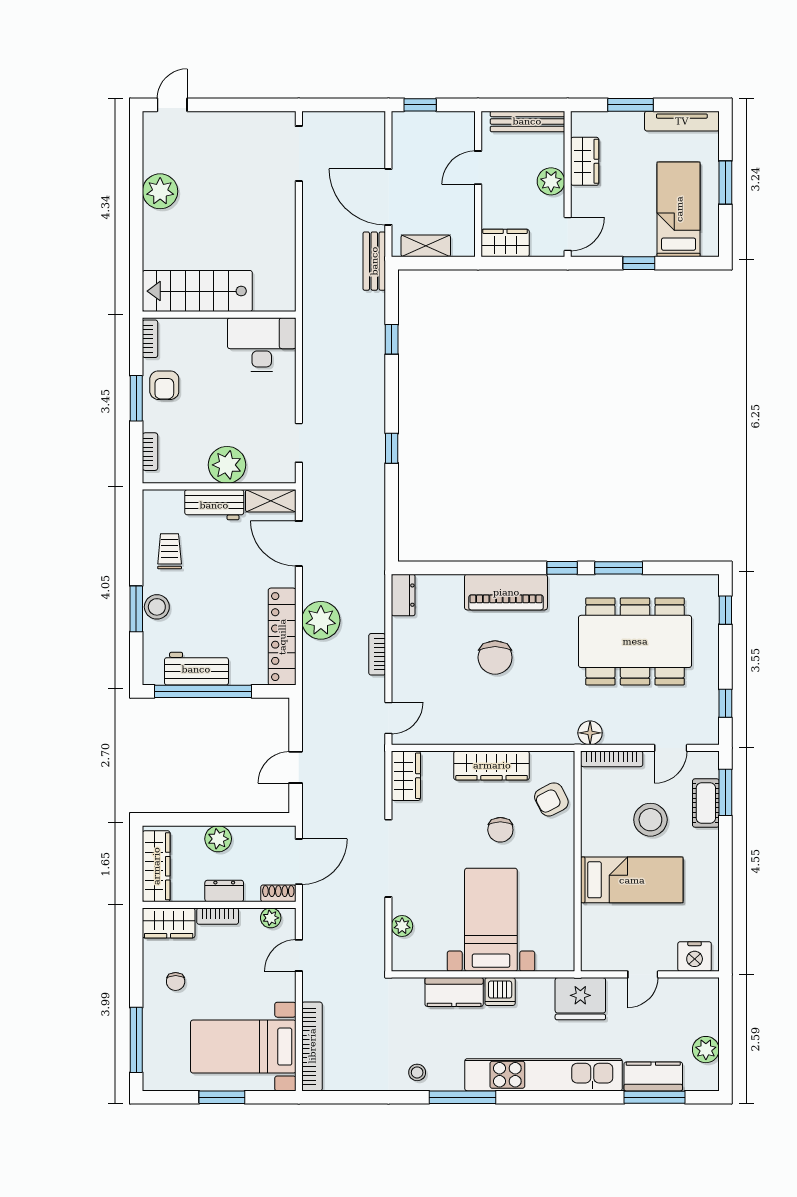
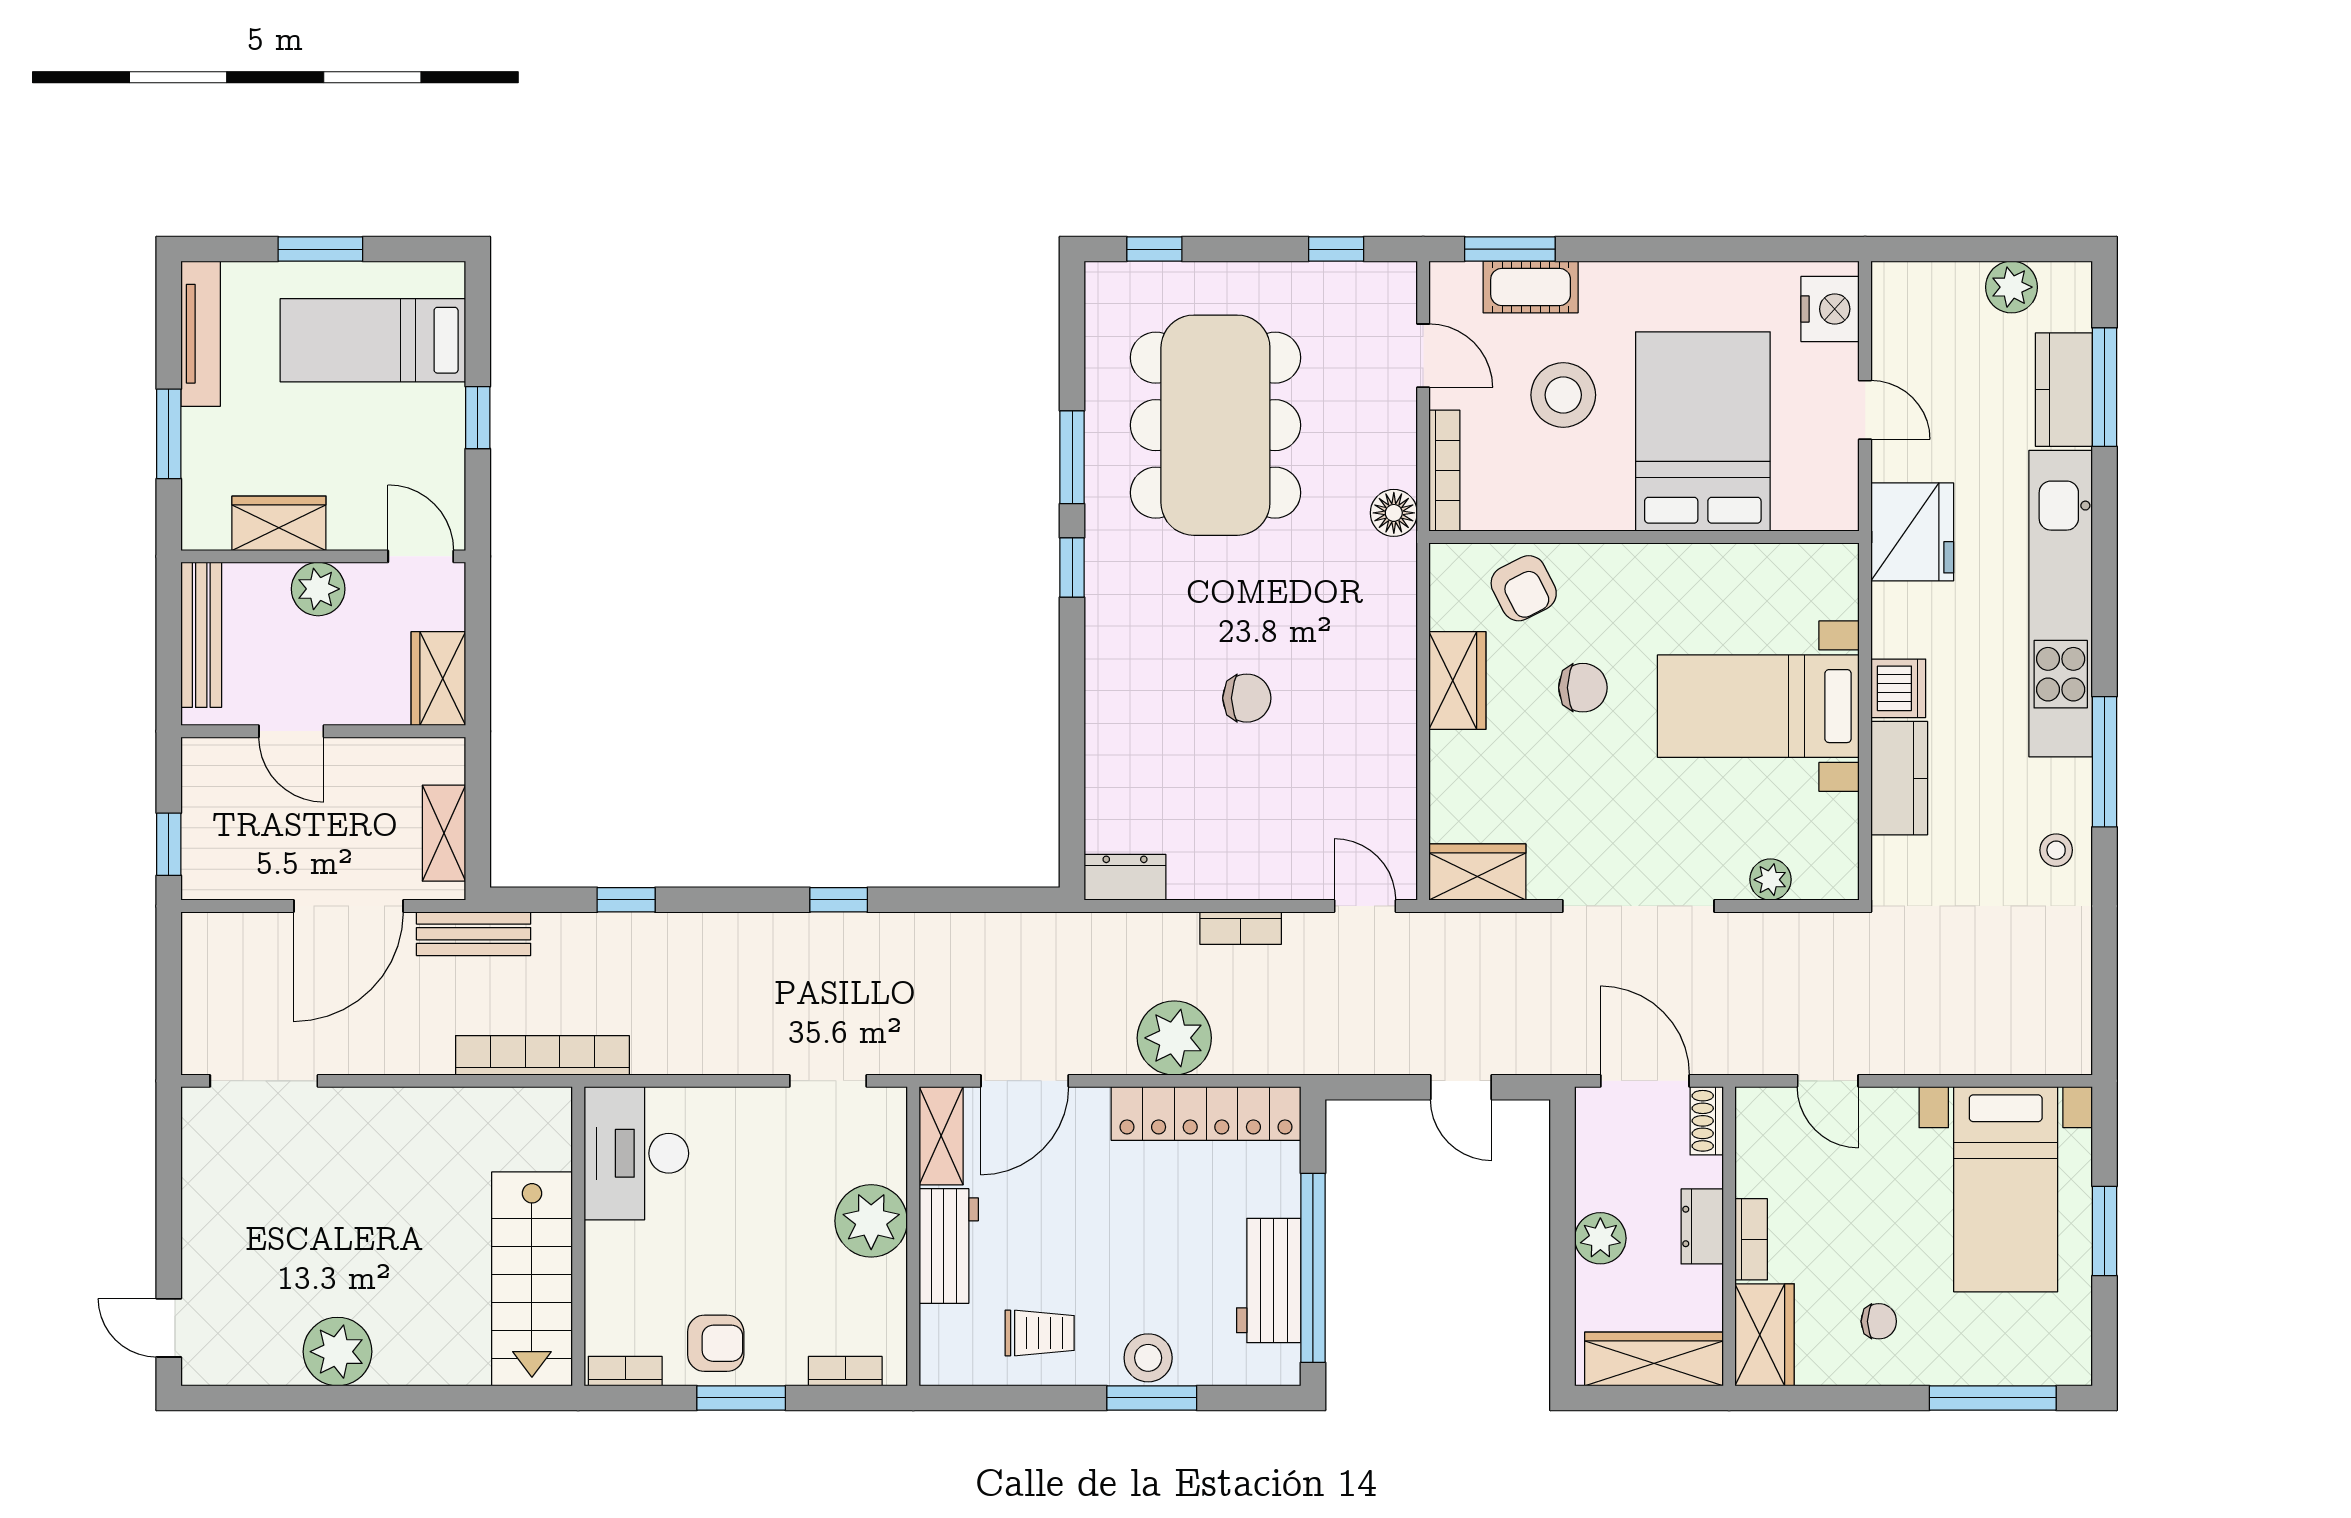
trolley: (170, 551) -> (1040, 1333), turned 180
piano: (506, 592) -> (1119, 677), removed
chair: (495, 657) -> (1247, 698), width x0.73, depth x0.73
wardrobe: (492, 765) -> (1457, 681), width x0.67
bed: (632, 880) -> (1703, 431), width x1.50
plant: (271, 918) -> (1755, 1136), removed
bookcase: (312, 1046) -> (542, 1055), moved

